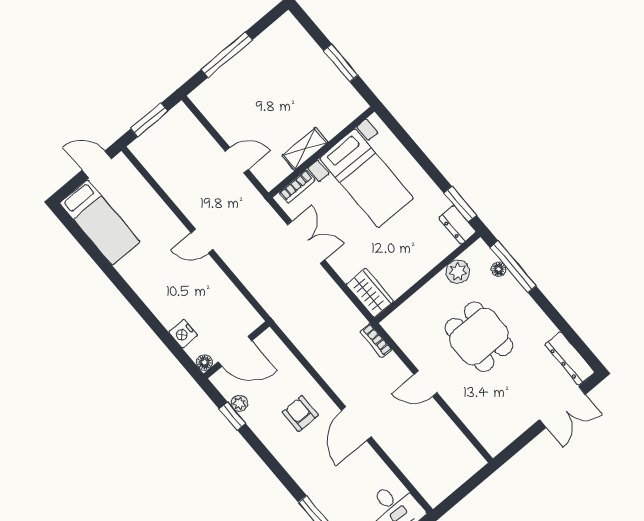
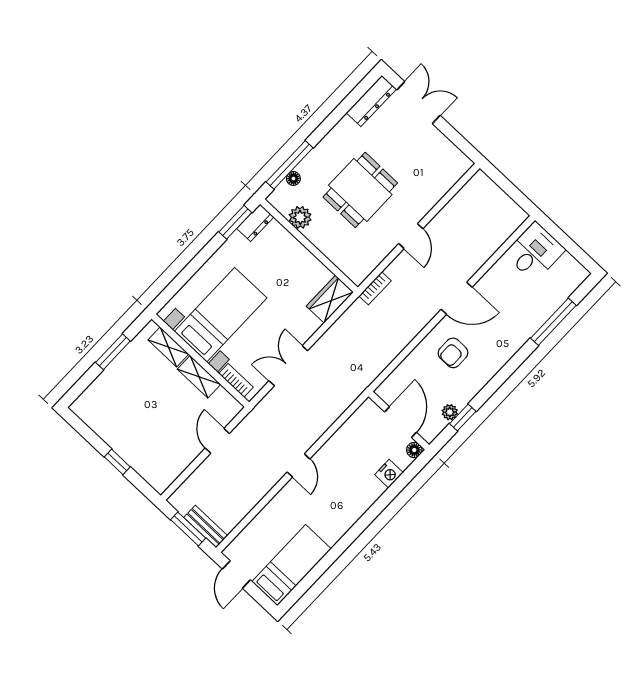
window: (227, 55) -> (117, 462), width x0.46
shelving: (339, 121) -> (168, 347), added
bench: (150, 138) -> (206, 527), added

